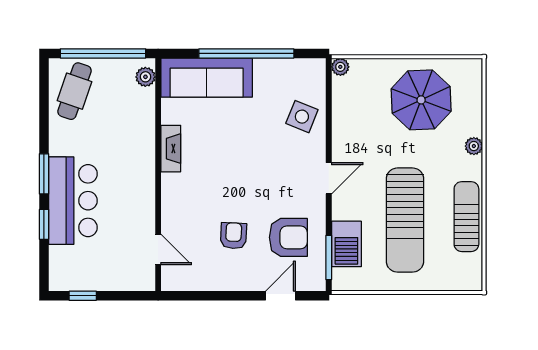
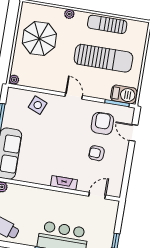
fireplace: (171, 149) -> (64, 183), moved
barbecue: (346, 244) -> (124, 94), moved

